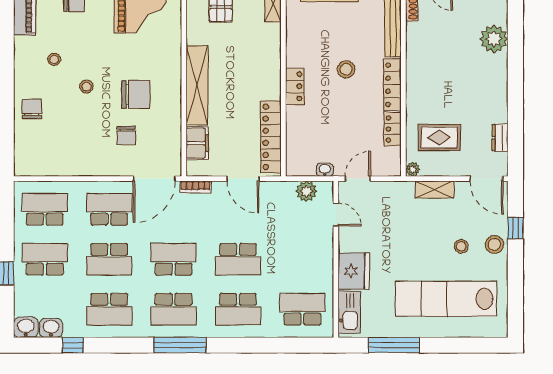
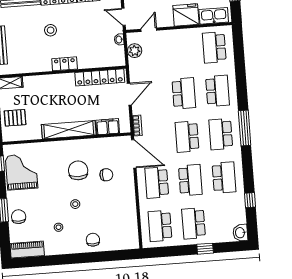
chair: (32, 109) -> (93, 240), turned 90
school desk: (174, 309) -> (221, 134), turned 180
washbasin: (51, 328) -> (240, 216), removed

